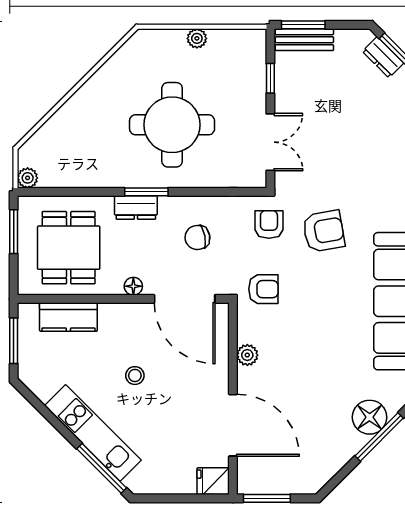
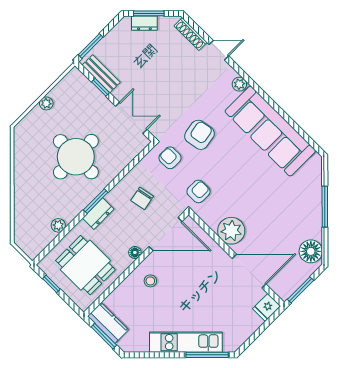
bench: (304, 40) -> (101, 74), moved, turned 90
plant: (28, 178) -> (58, 225), moved
window: (14, 232) -> (51, 284), width x0.67
kitchen counter: (68, 317) -> (108, 323), moved, turned -90
plant: (247, 355) -> (231, 231), width x1.88, depth x1.88
stool: (135, 376) -> (150, 281), moved
floor lamp: (370, 417) -> (311, 251), moved

